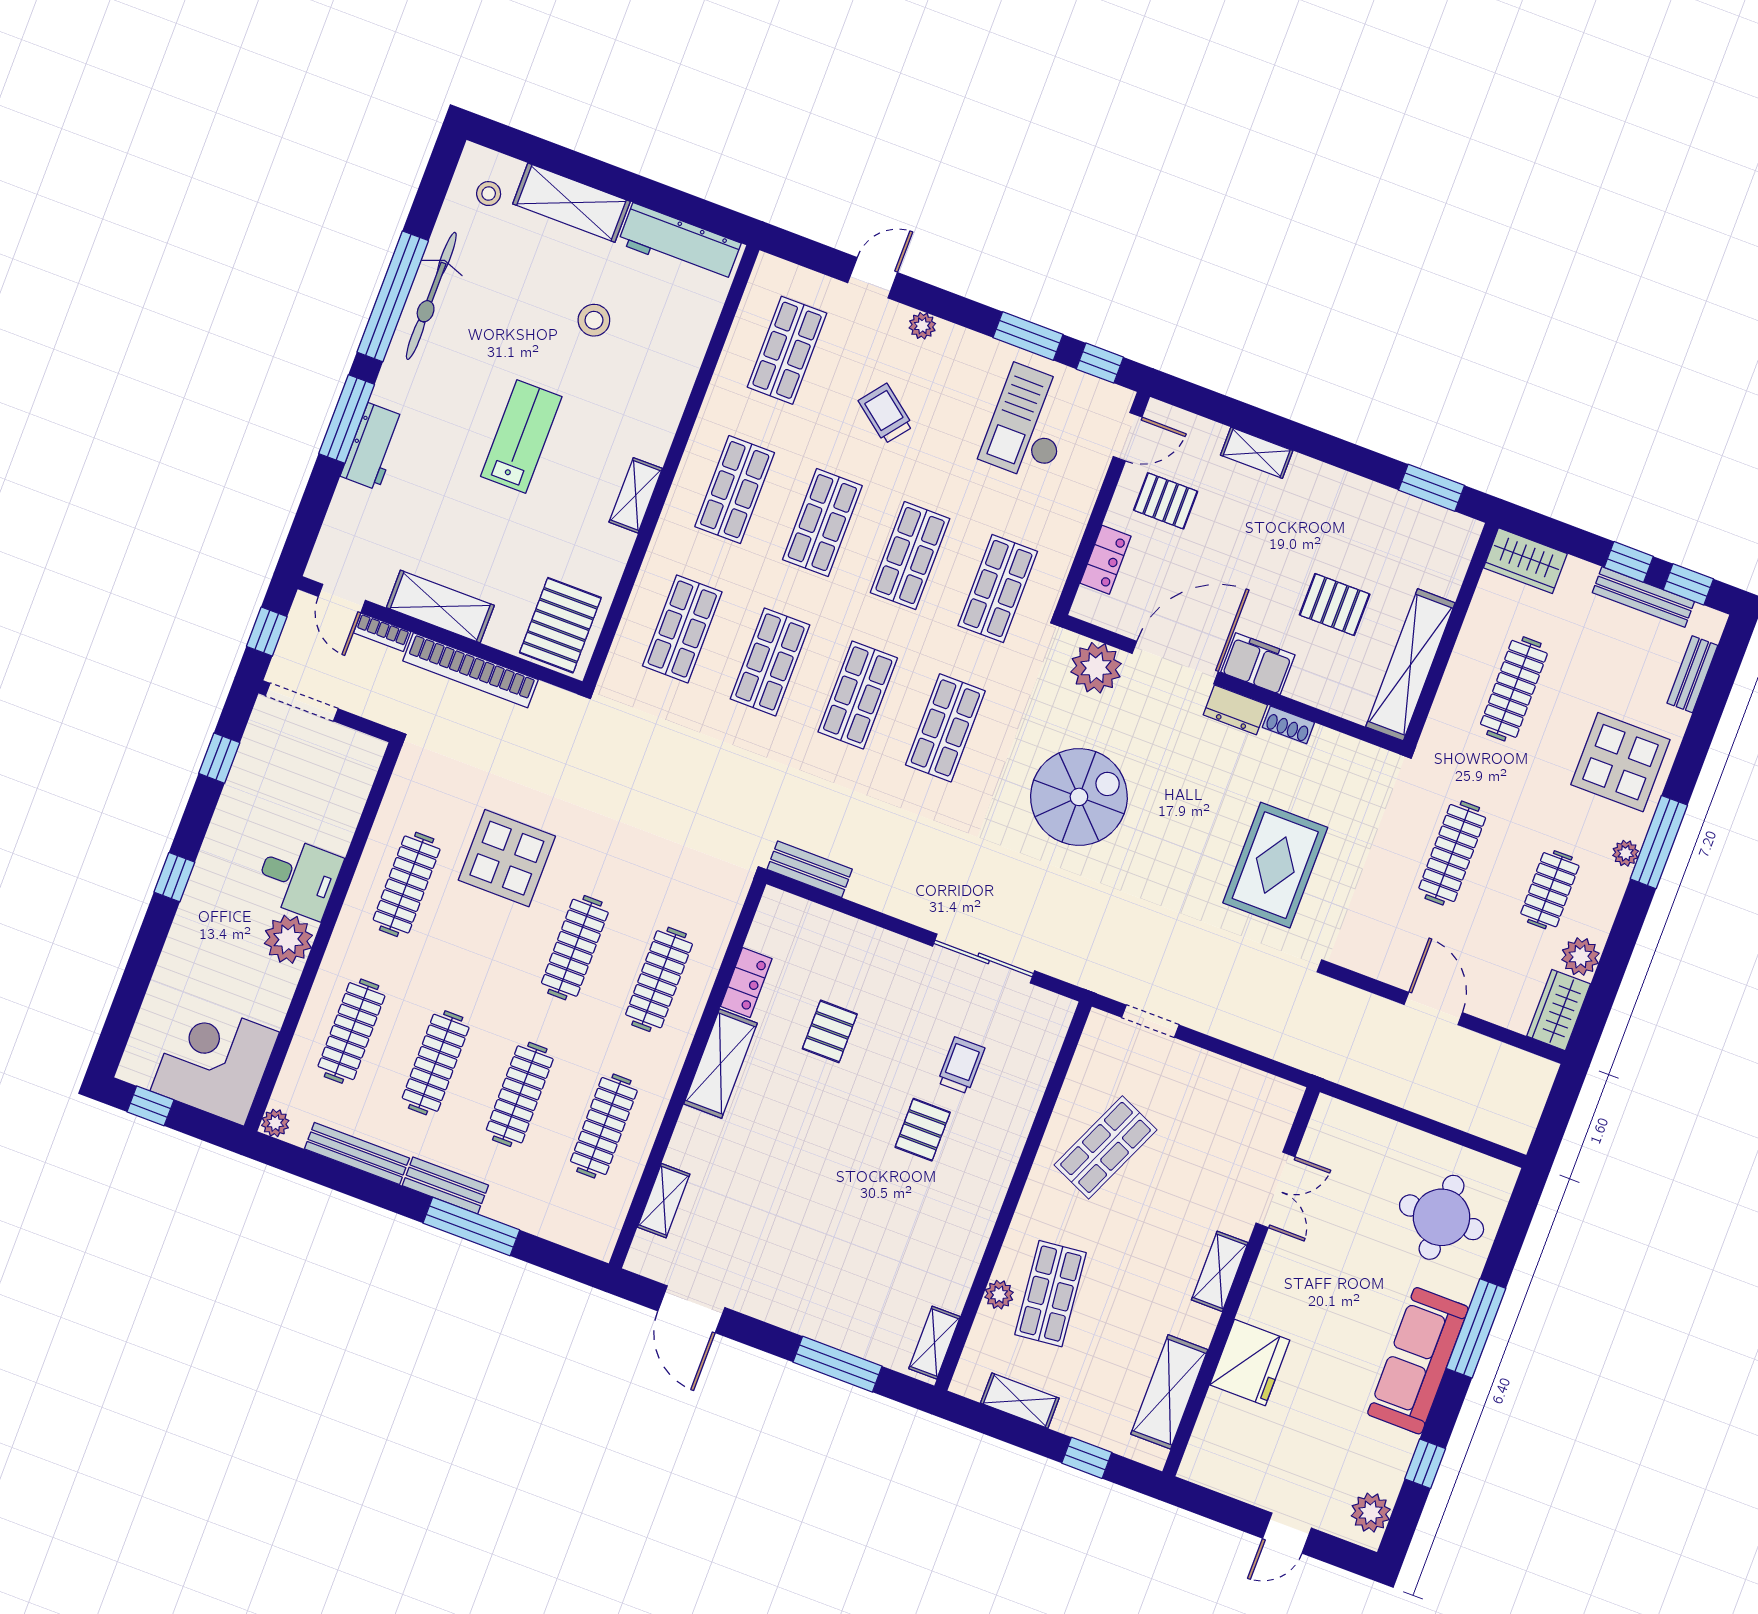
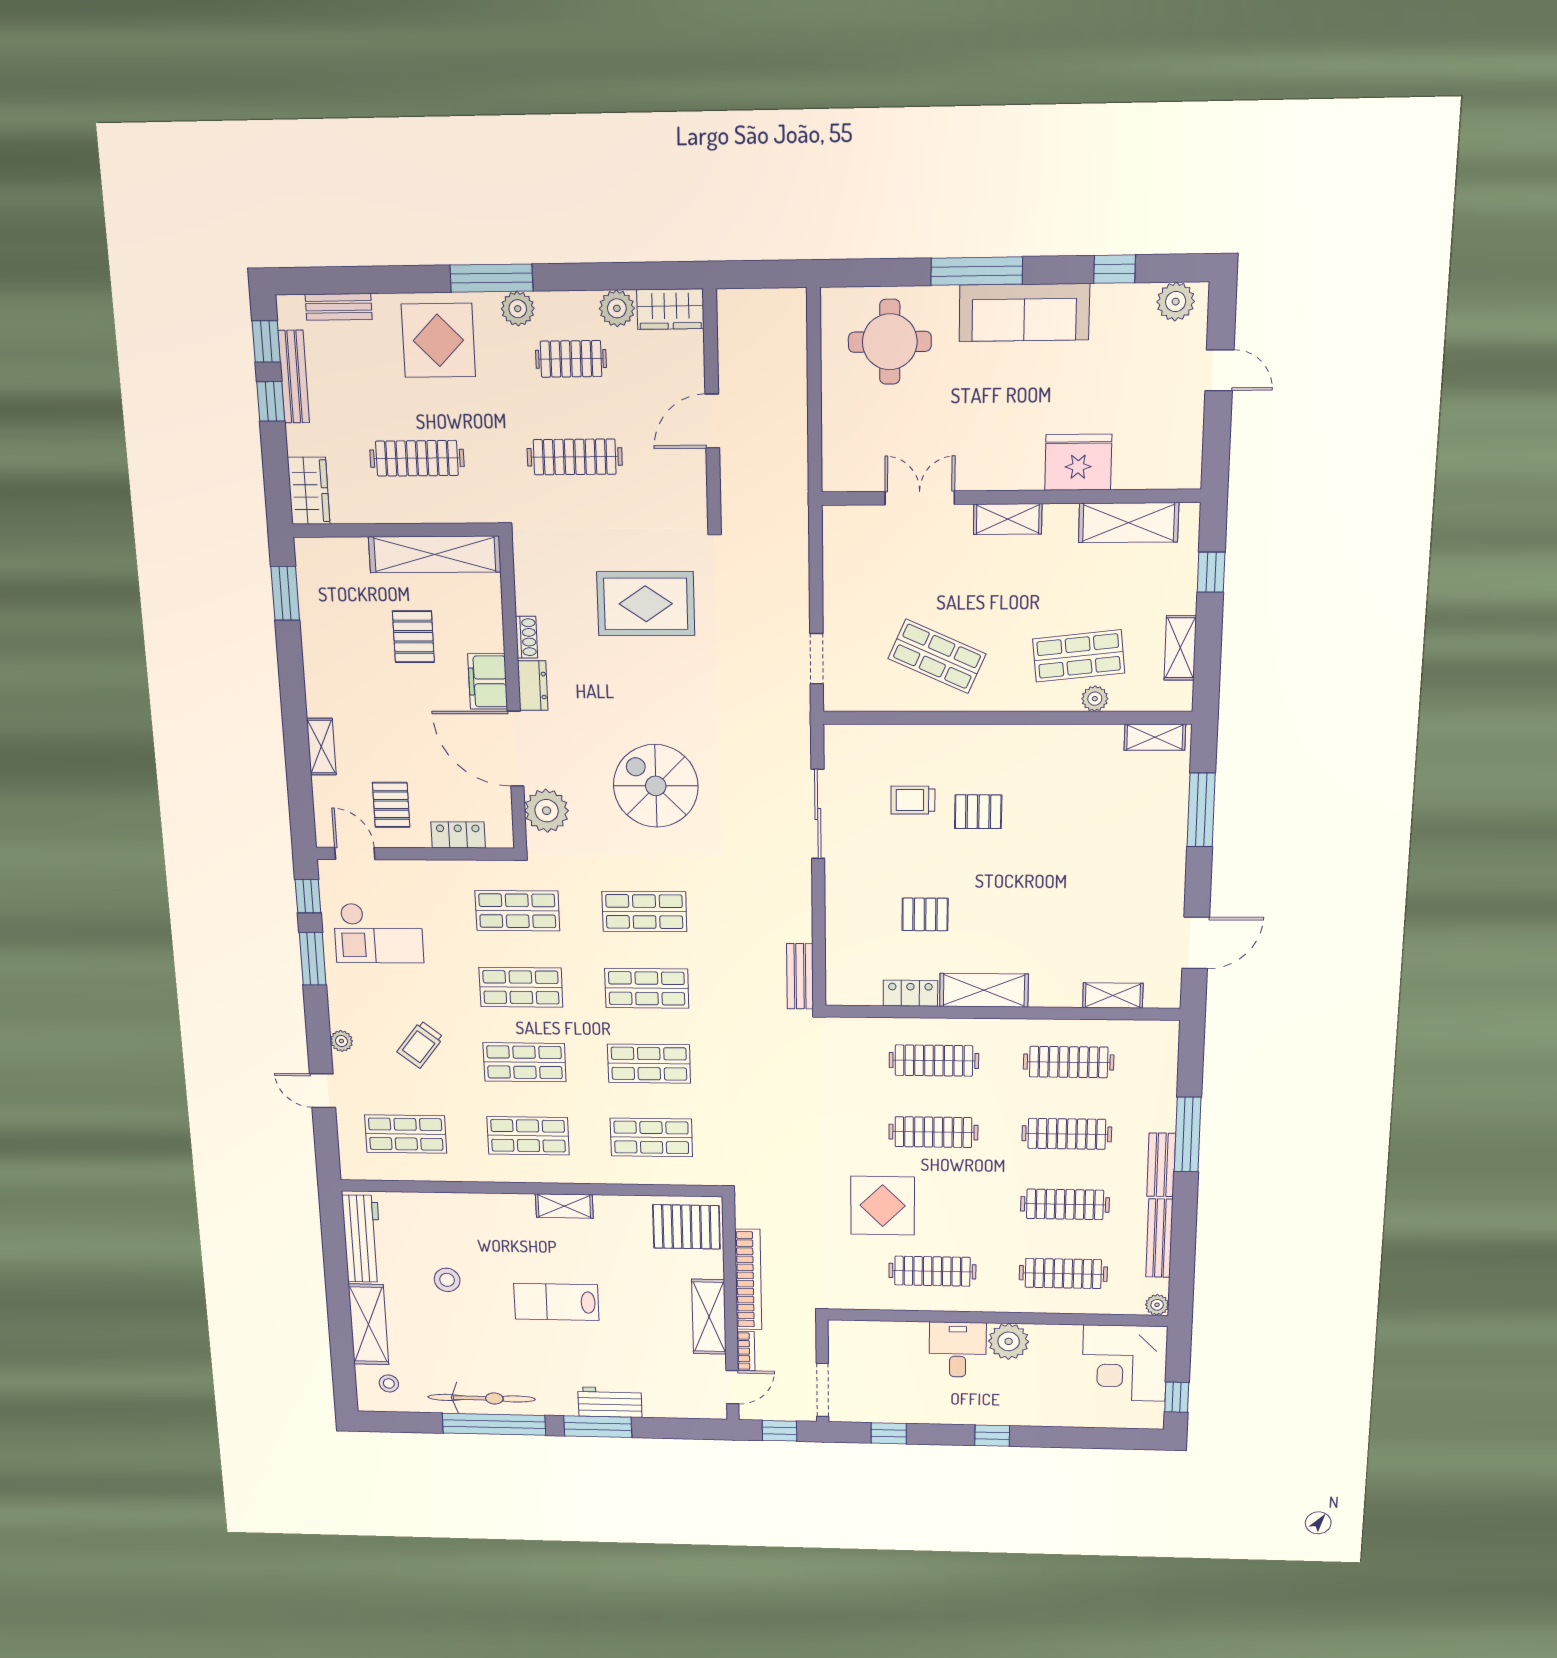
plant: (1626, 853) -> (518, 309), width x1.38, depth x1.38

